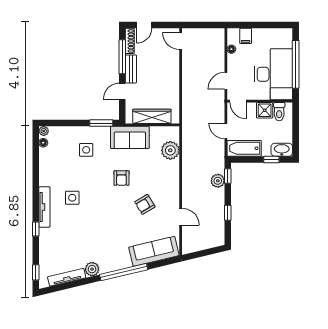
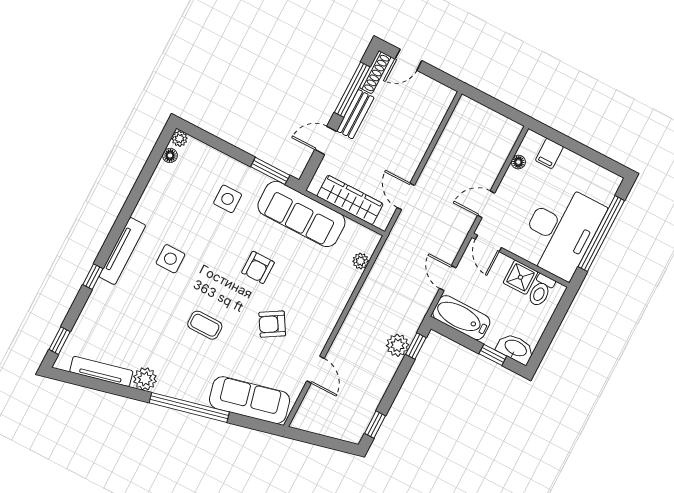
door: (181, 41) -> (406, 196), moved
sofa: (130, 137) -> (301, 214), width x1.36
plant: (170, 150) -> (361, 261), width x0.53, depth x0.53
window: (228, 213) -> (375, 425), moved
coffee table: (109, 224) -> (205, 325), added

